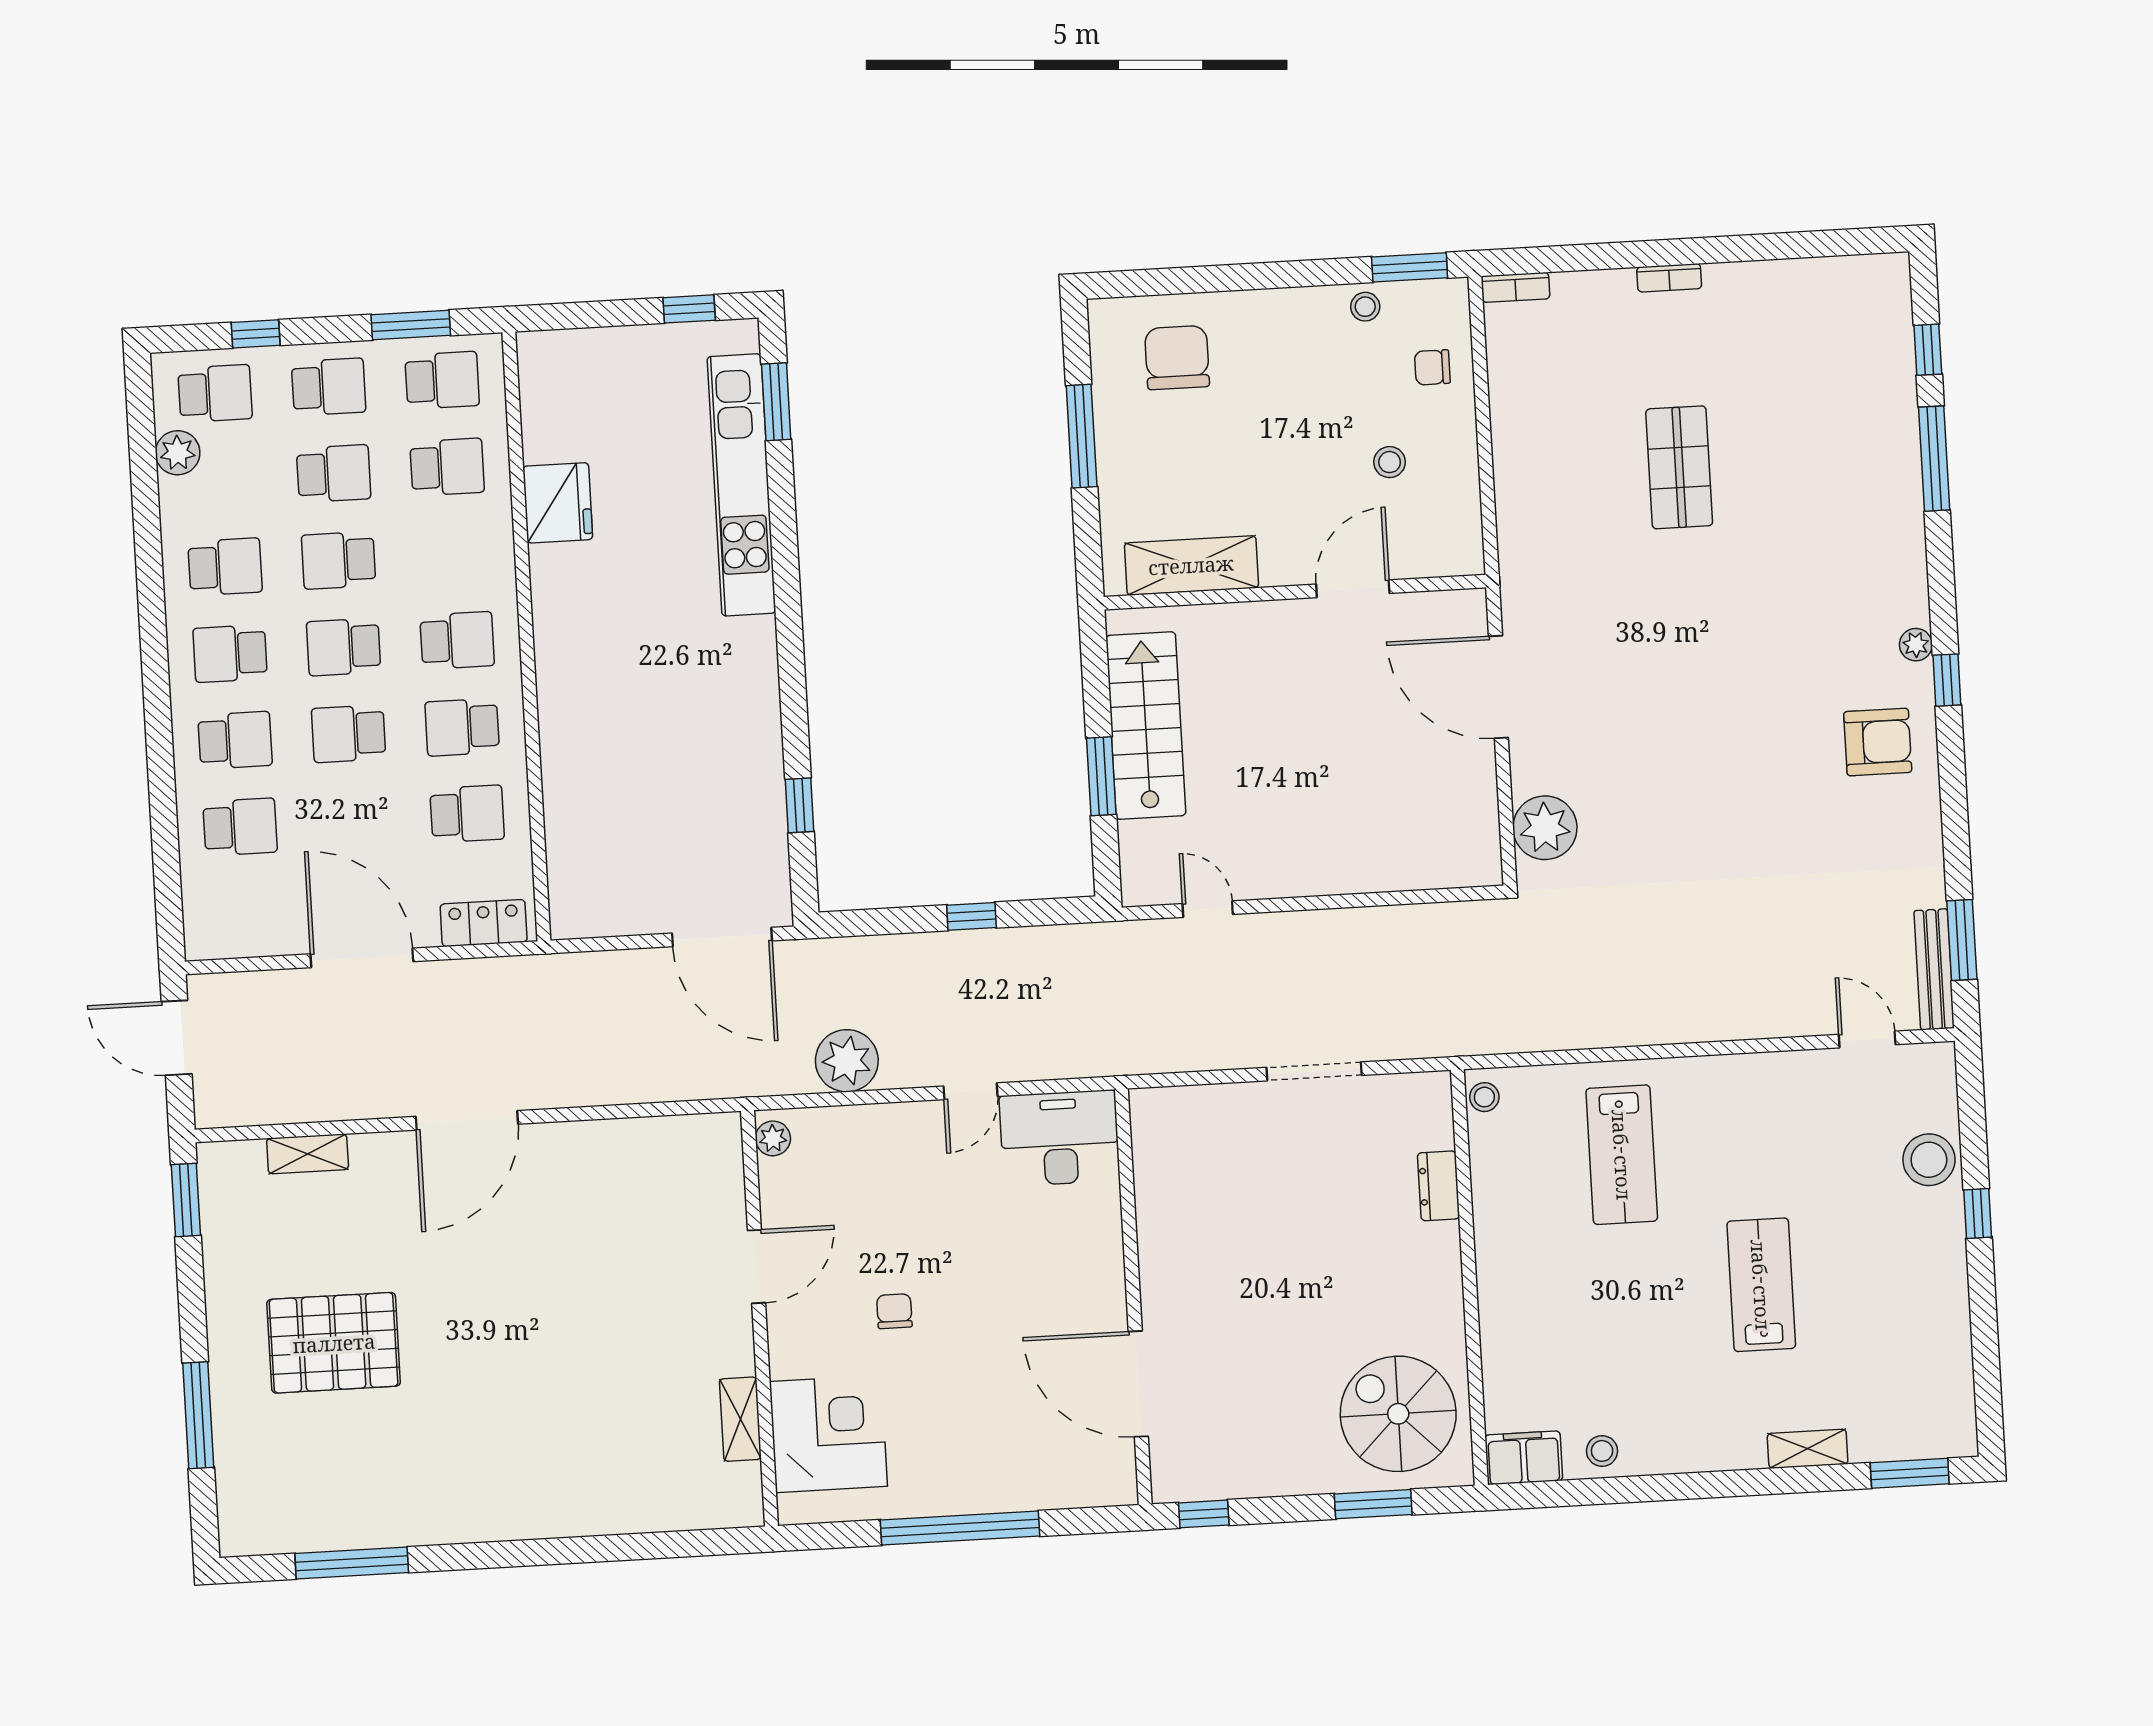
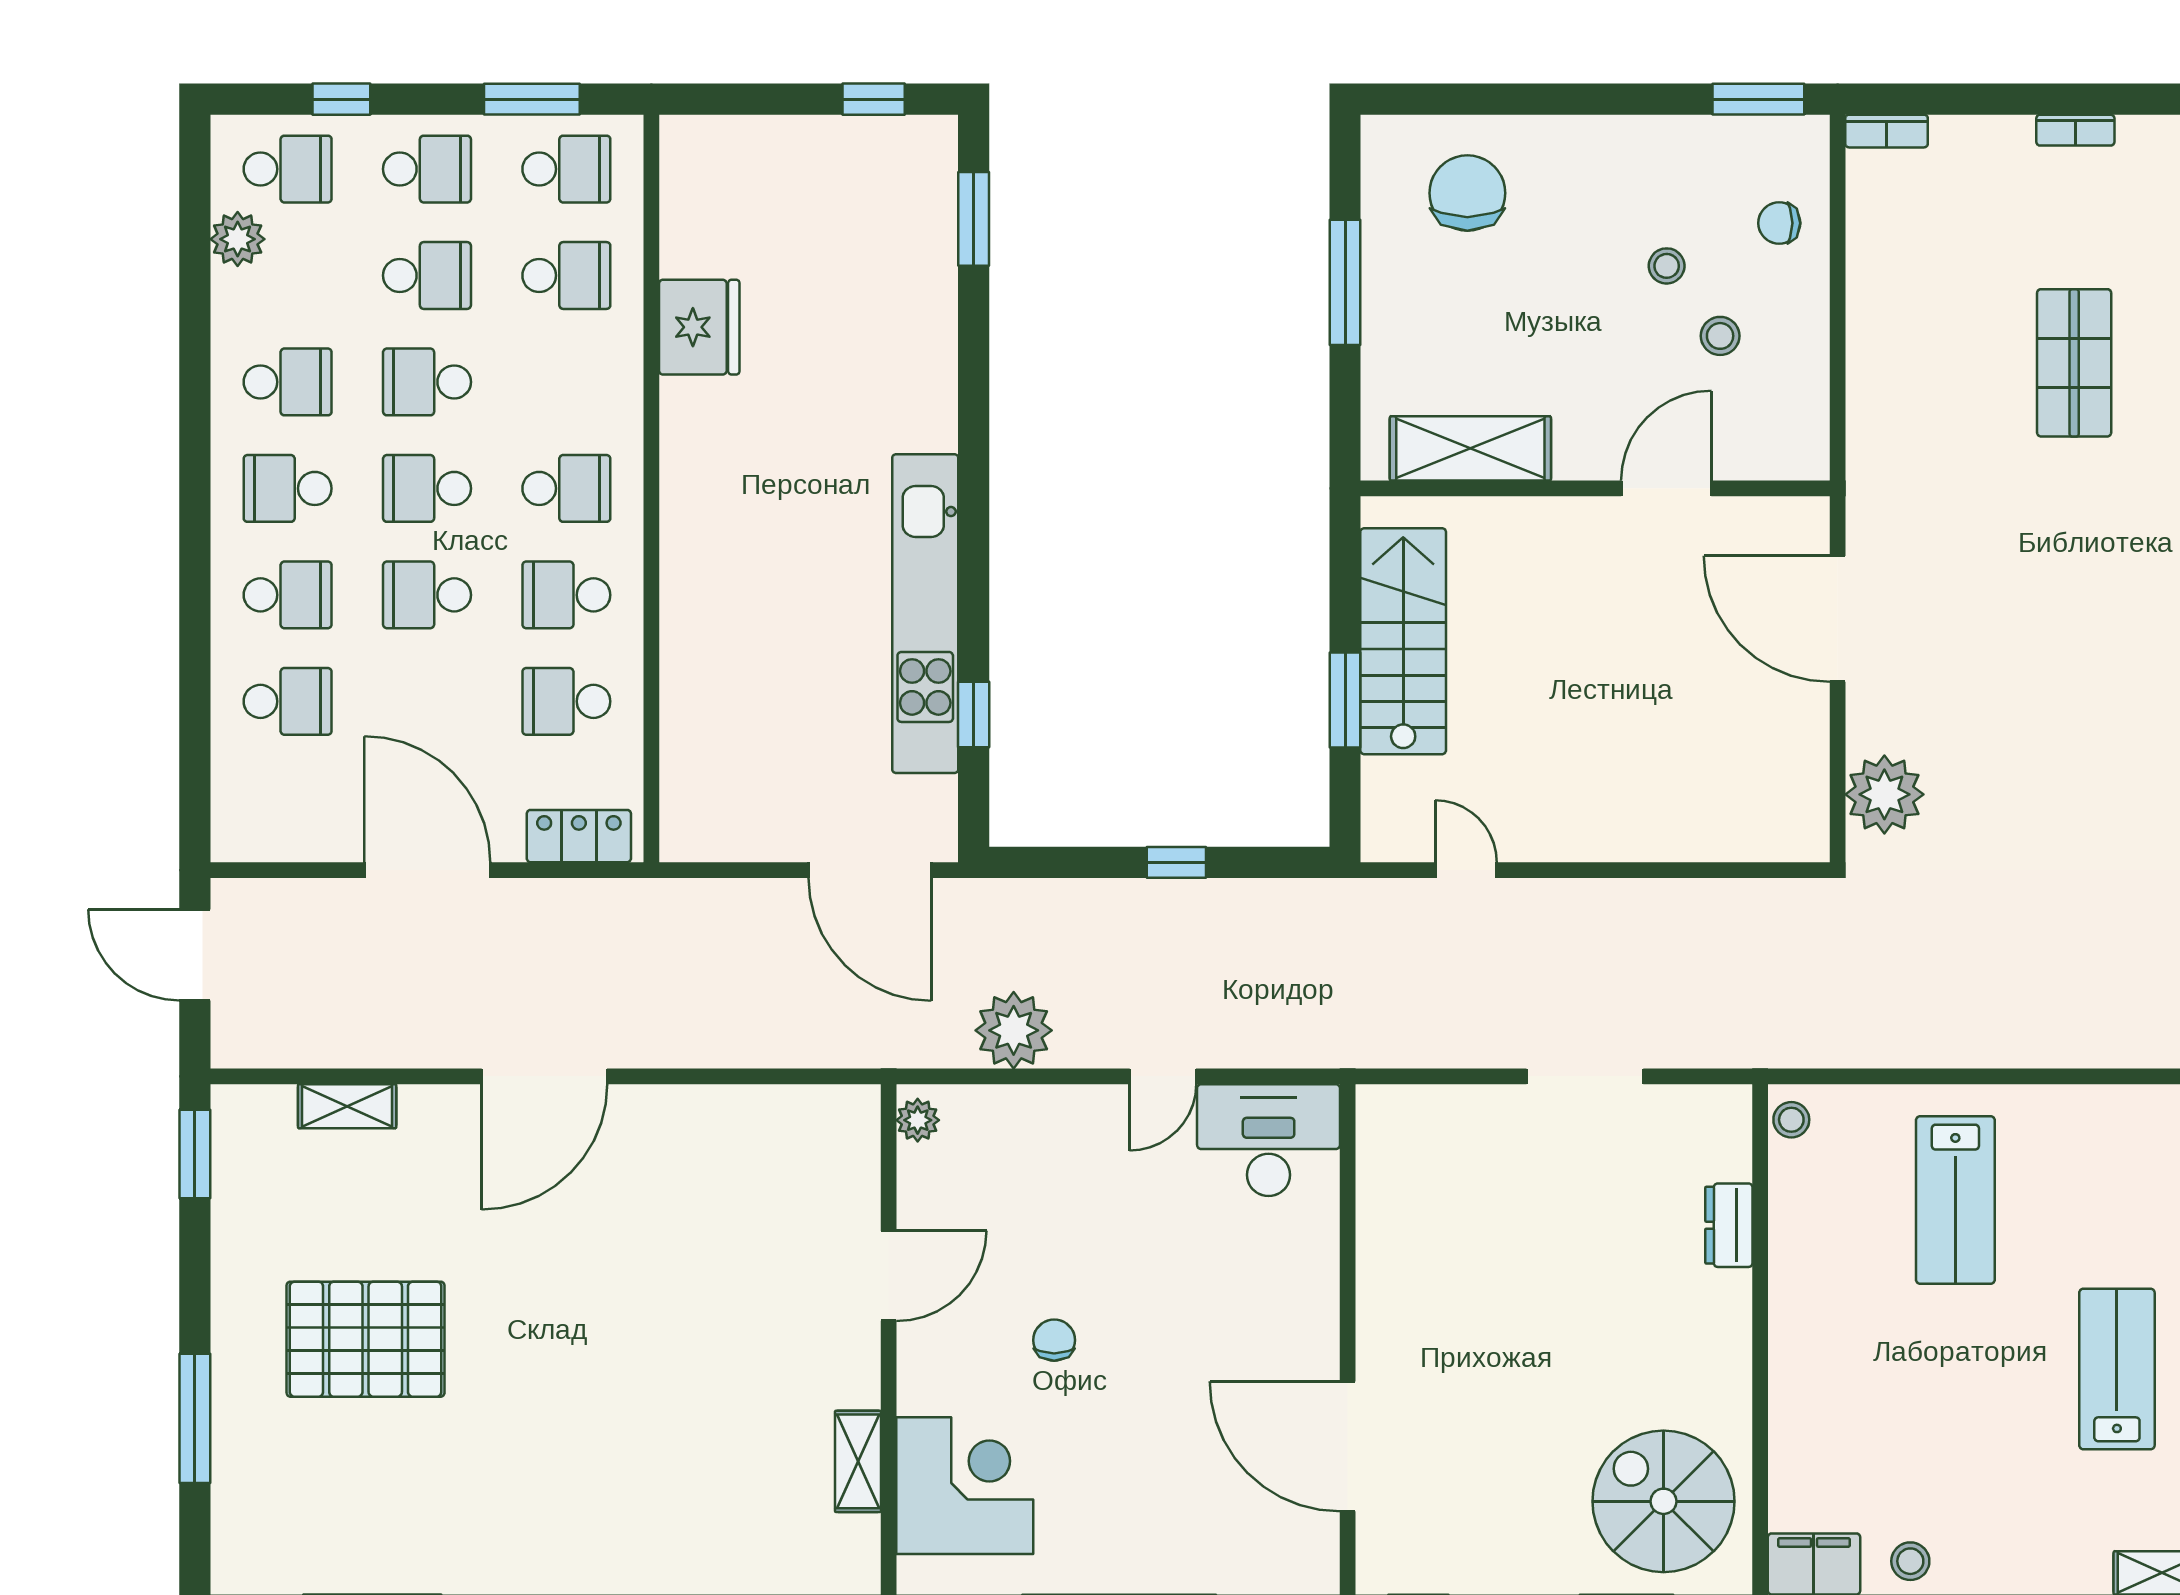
stool: (1365, 307) -> (1667, 266), moved
kitchen unit: (741, 485) -> (925, 614), moved
school desk: (467, 814) -> (566, 701), turned 180

